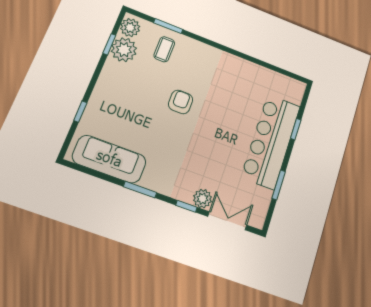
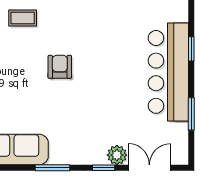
coffee table: (164, 49) -> (23, 18), turned 90

